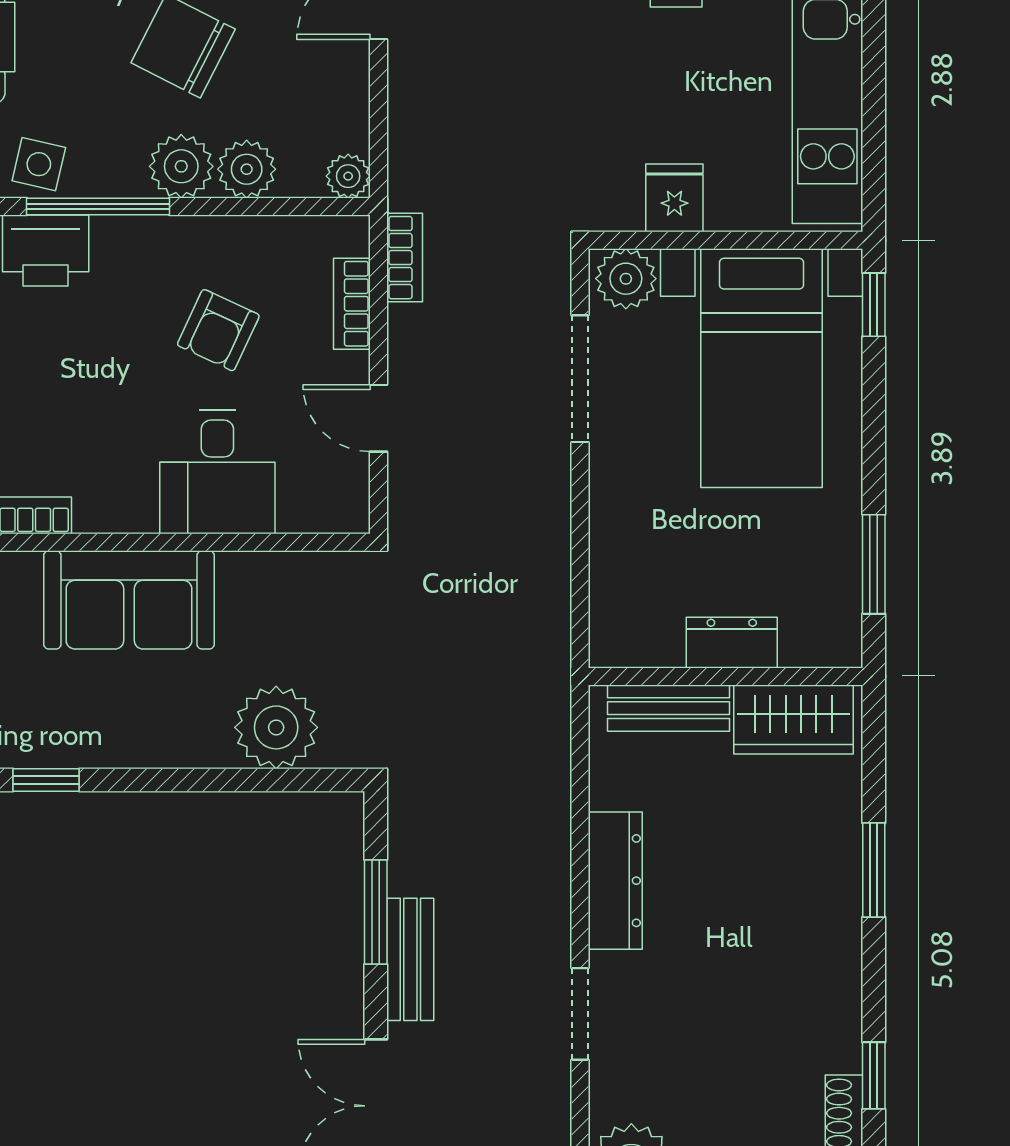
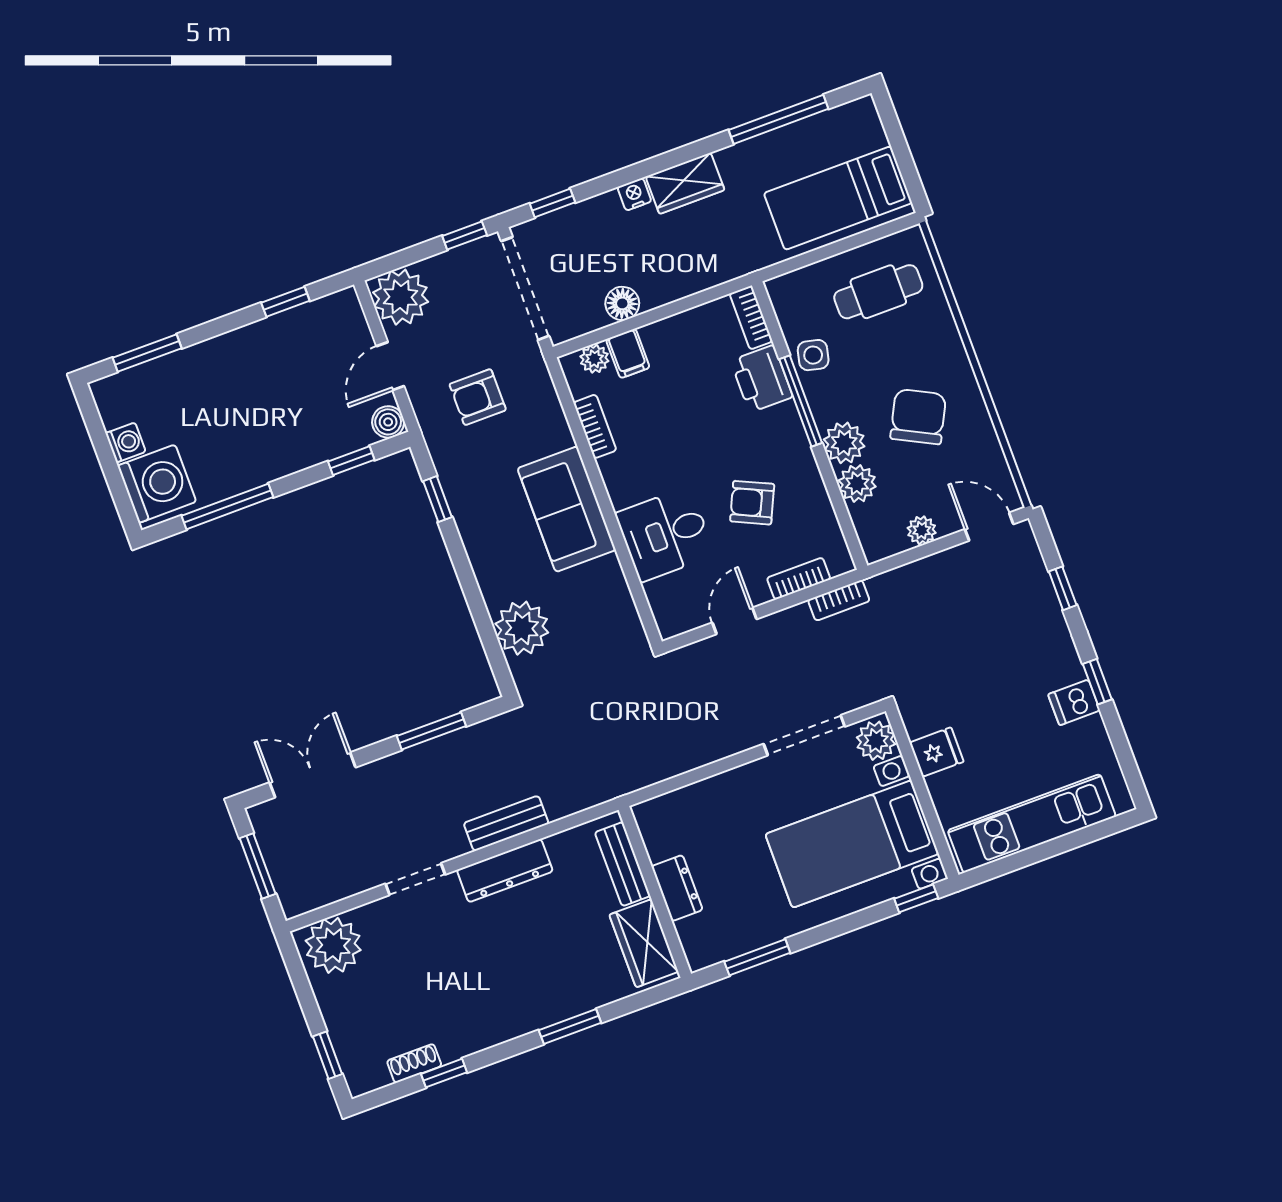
plant: (348, 176) -> (922, 530), moved
bench: (410, 959) -> (506, 823), moved

